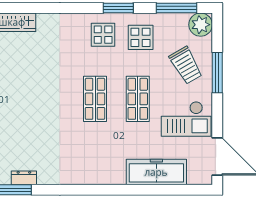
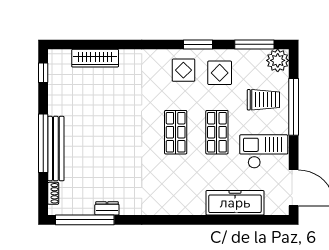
trolley: (186, 65) -> (263, 100), turned -60
window: (217, 73) -> (294, 107), width x1.46
checkout: (186, 119) -> (264, 152), turned 180

